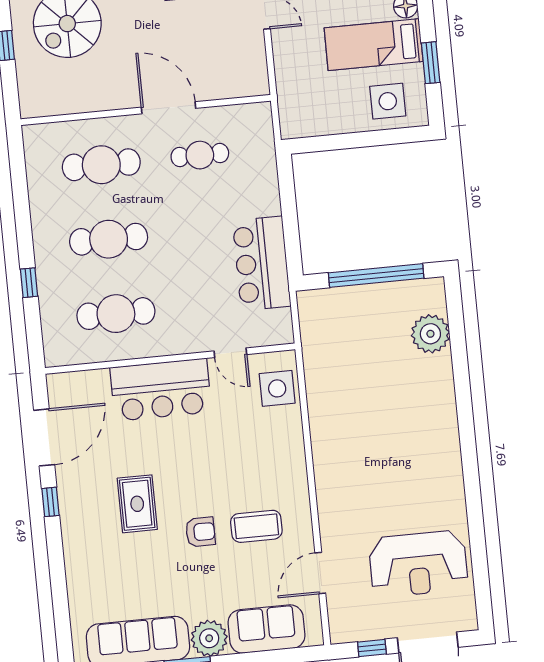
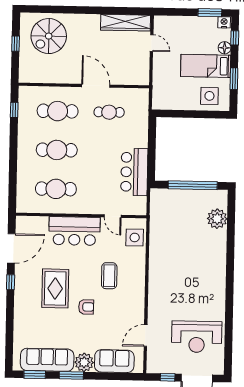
window: (29, 283) -> (14, 110), moved
rug: (137, 504) -> (55, 288), width x1.36, depth x1.43
coffee table: (256, 526) -> (109, 276), moved, turned 90

